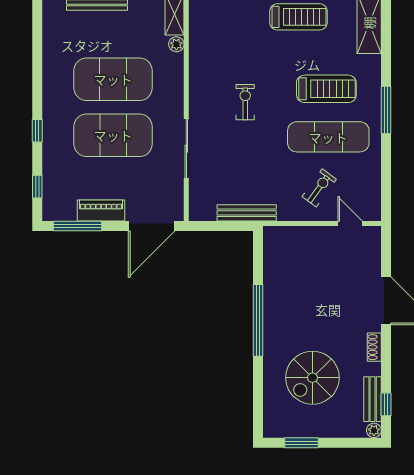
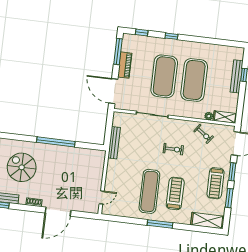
treadmill: (326, 89) -> (175, 193), turned 180
exercise bike: (319, 188) -> (204, 134), moved

